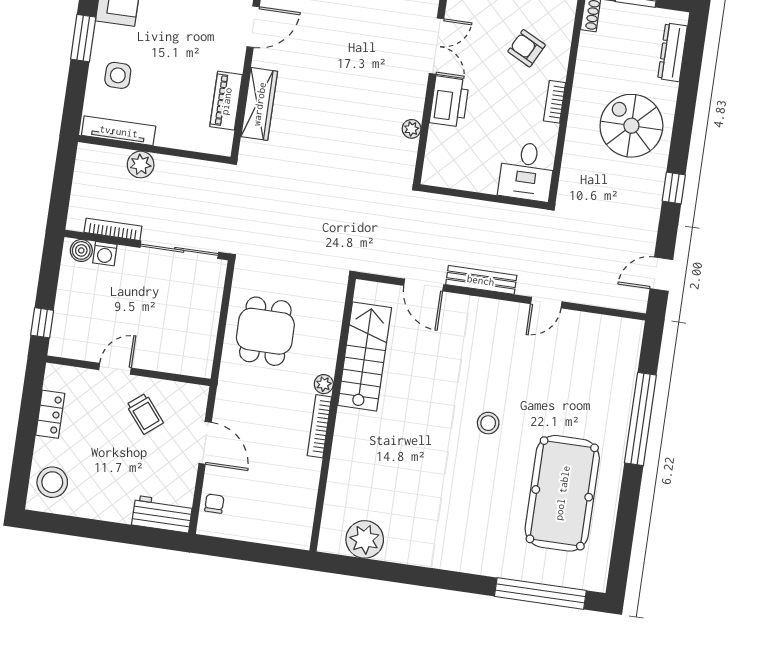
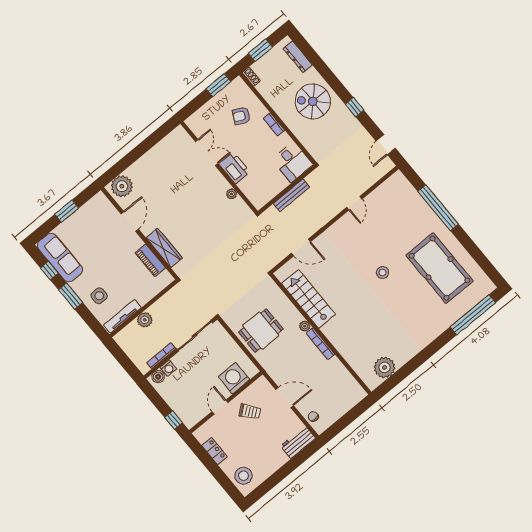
bench: (481, 280) -> (292, 195), moved
dining table: (265, 331) -> (261, 331), turned 90
washing machine: (170, 353) -> (234, 378), added

